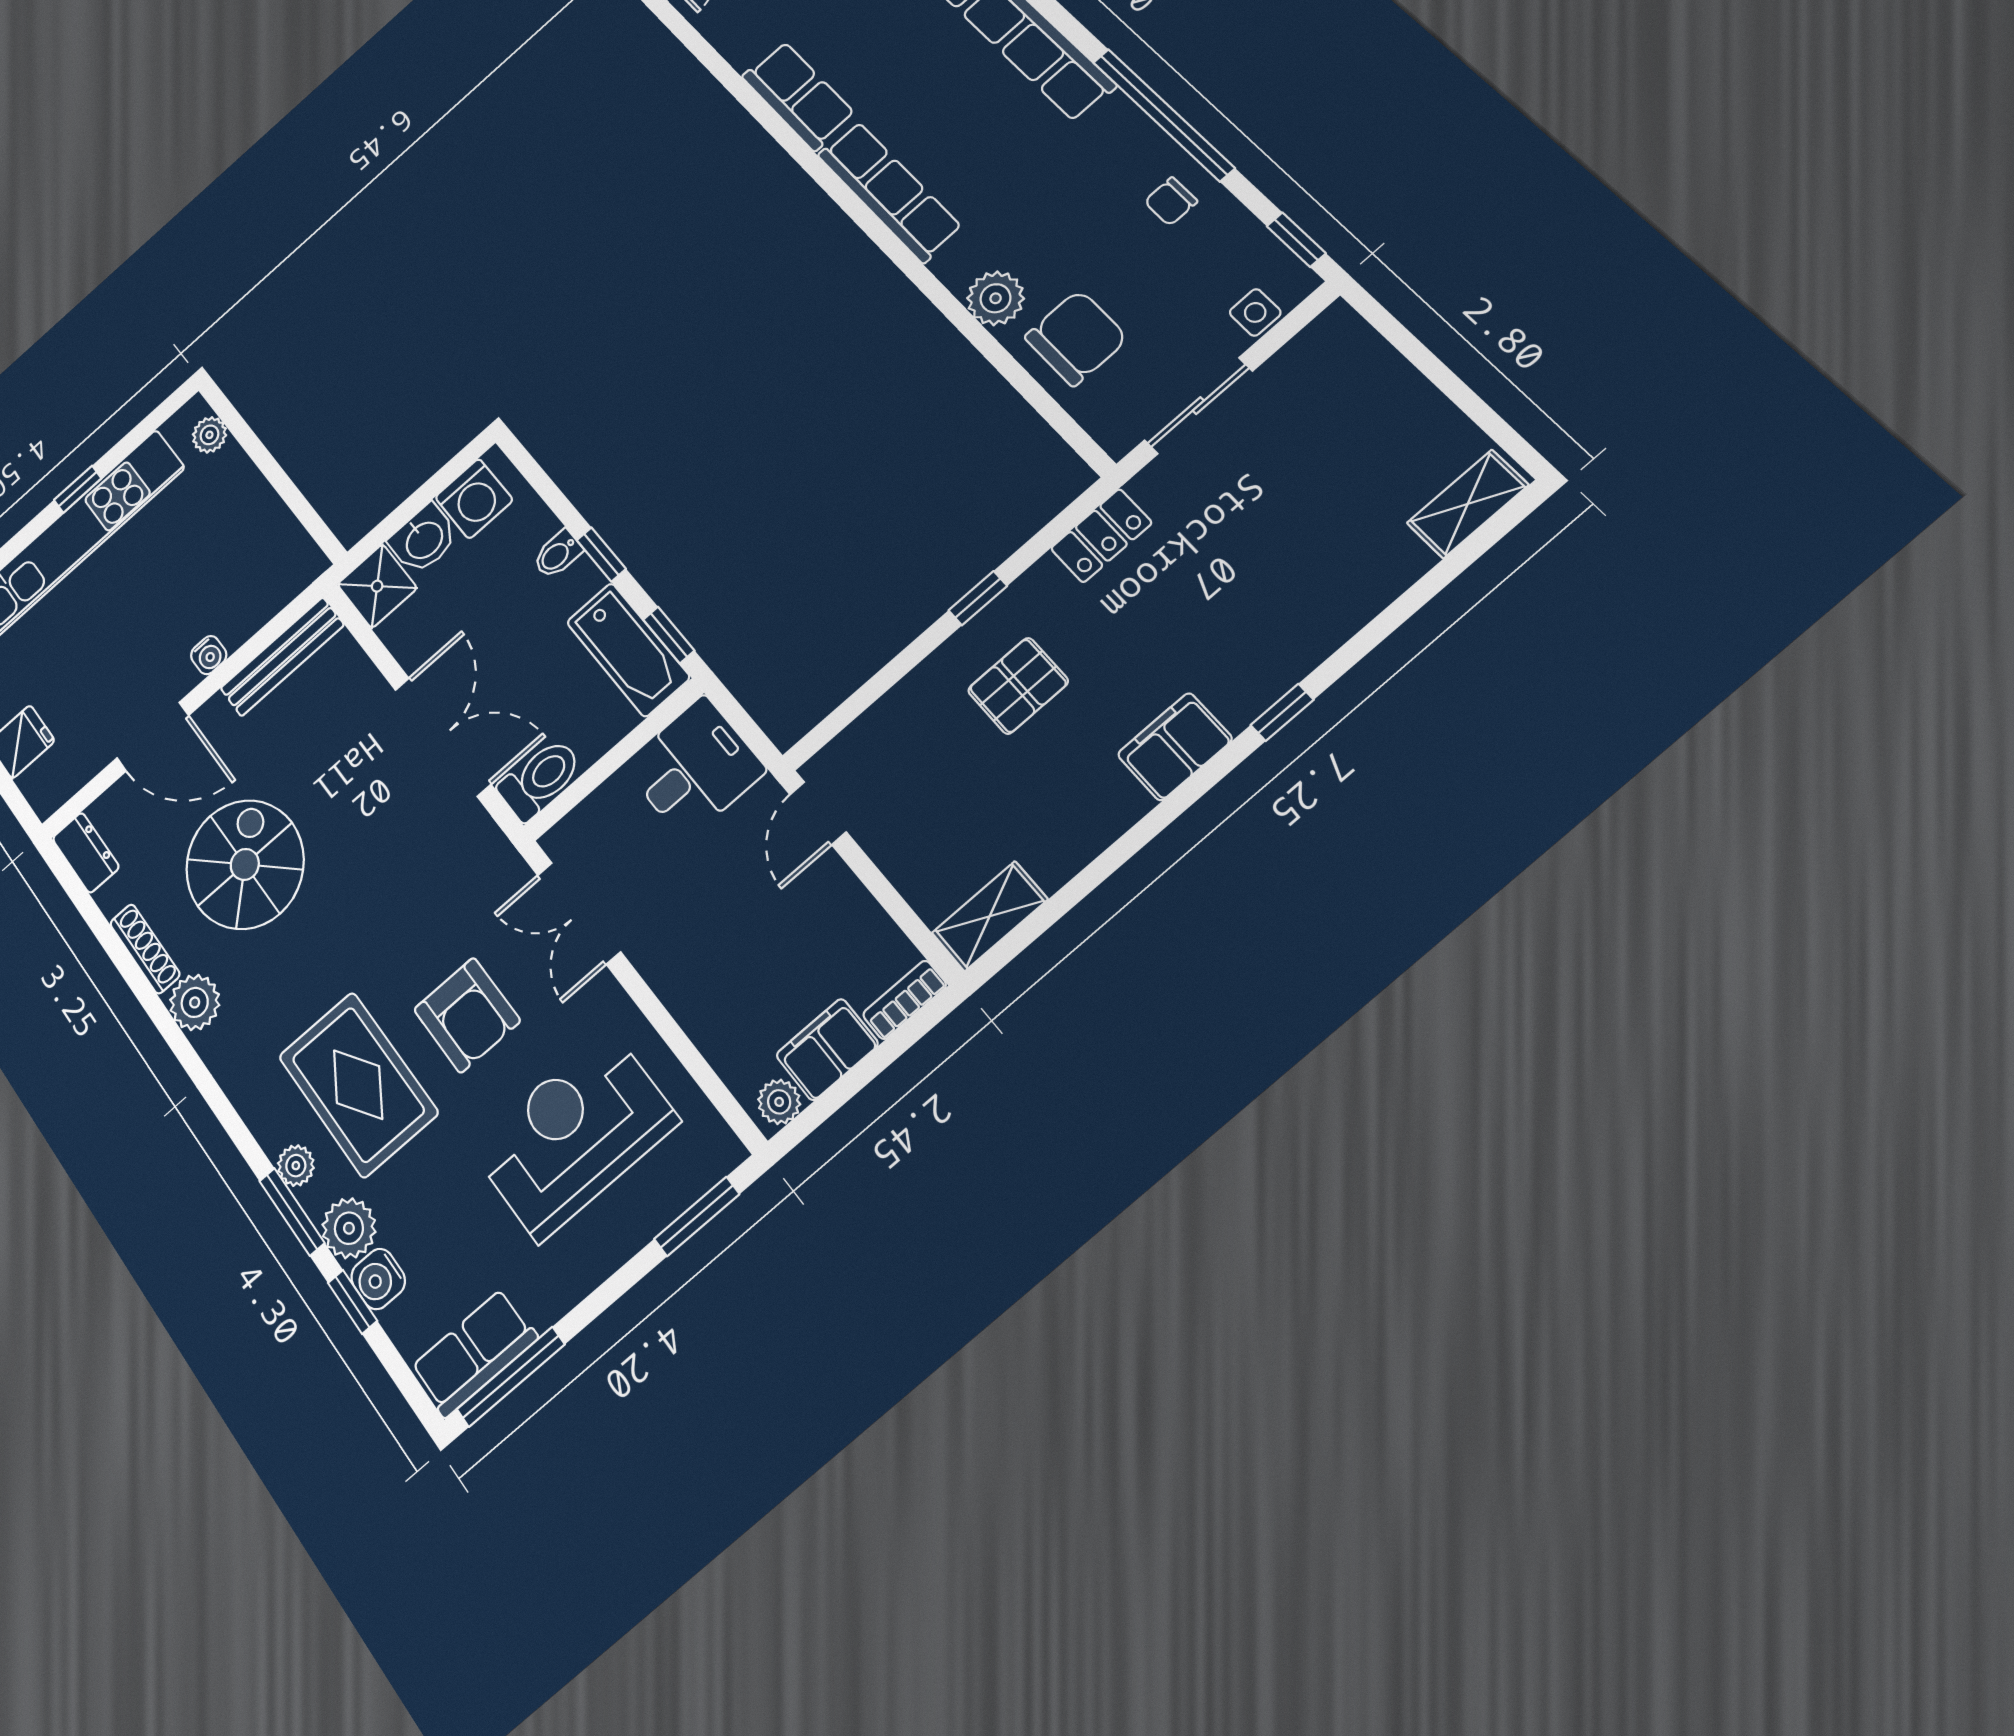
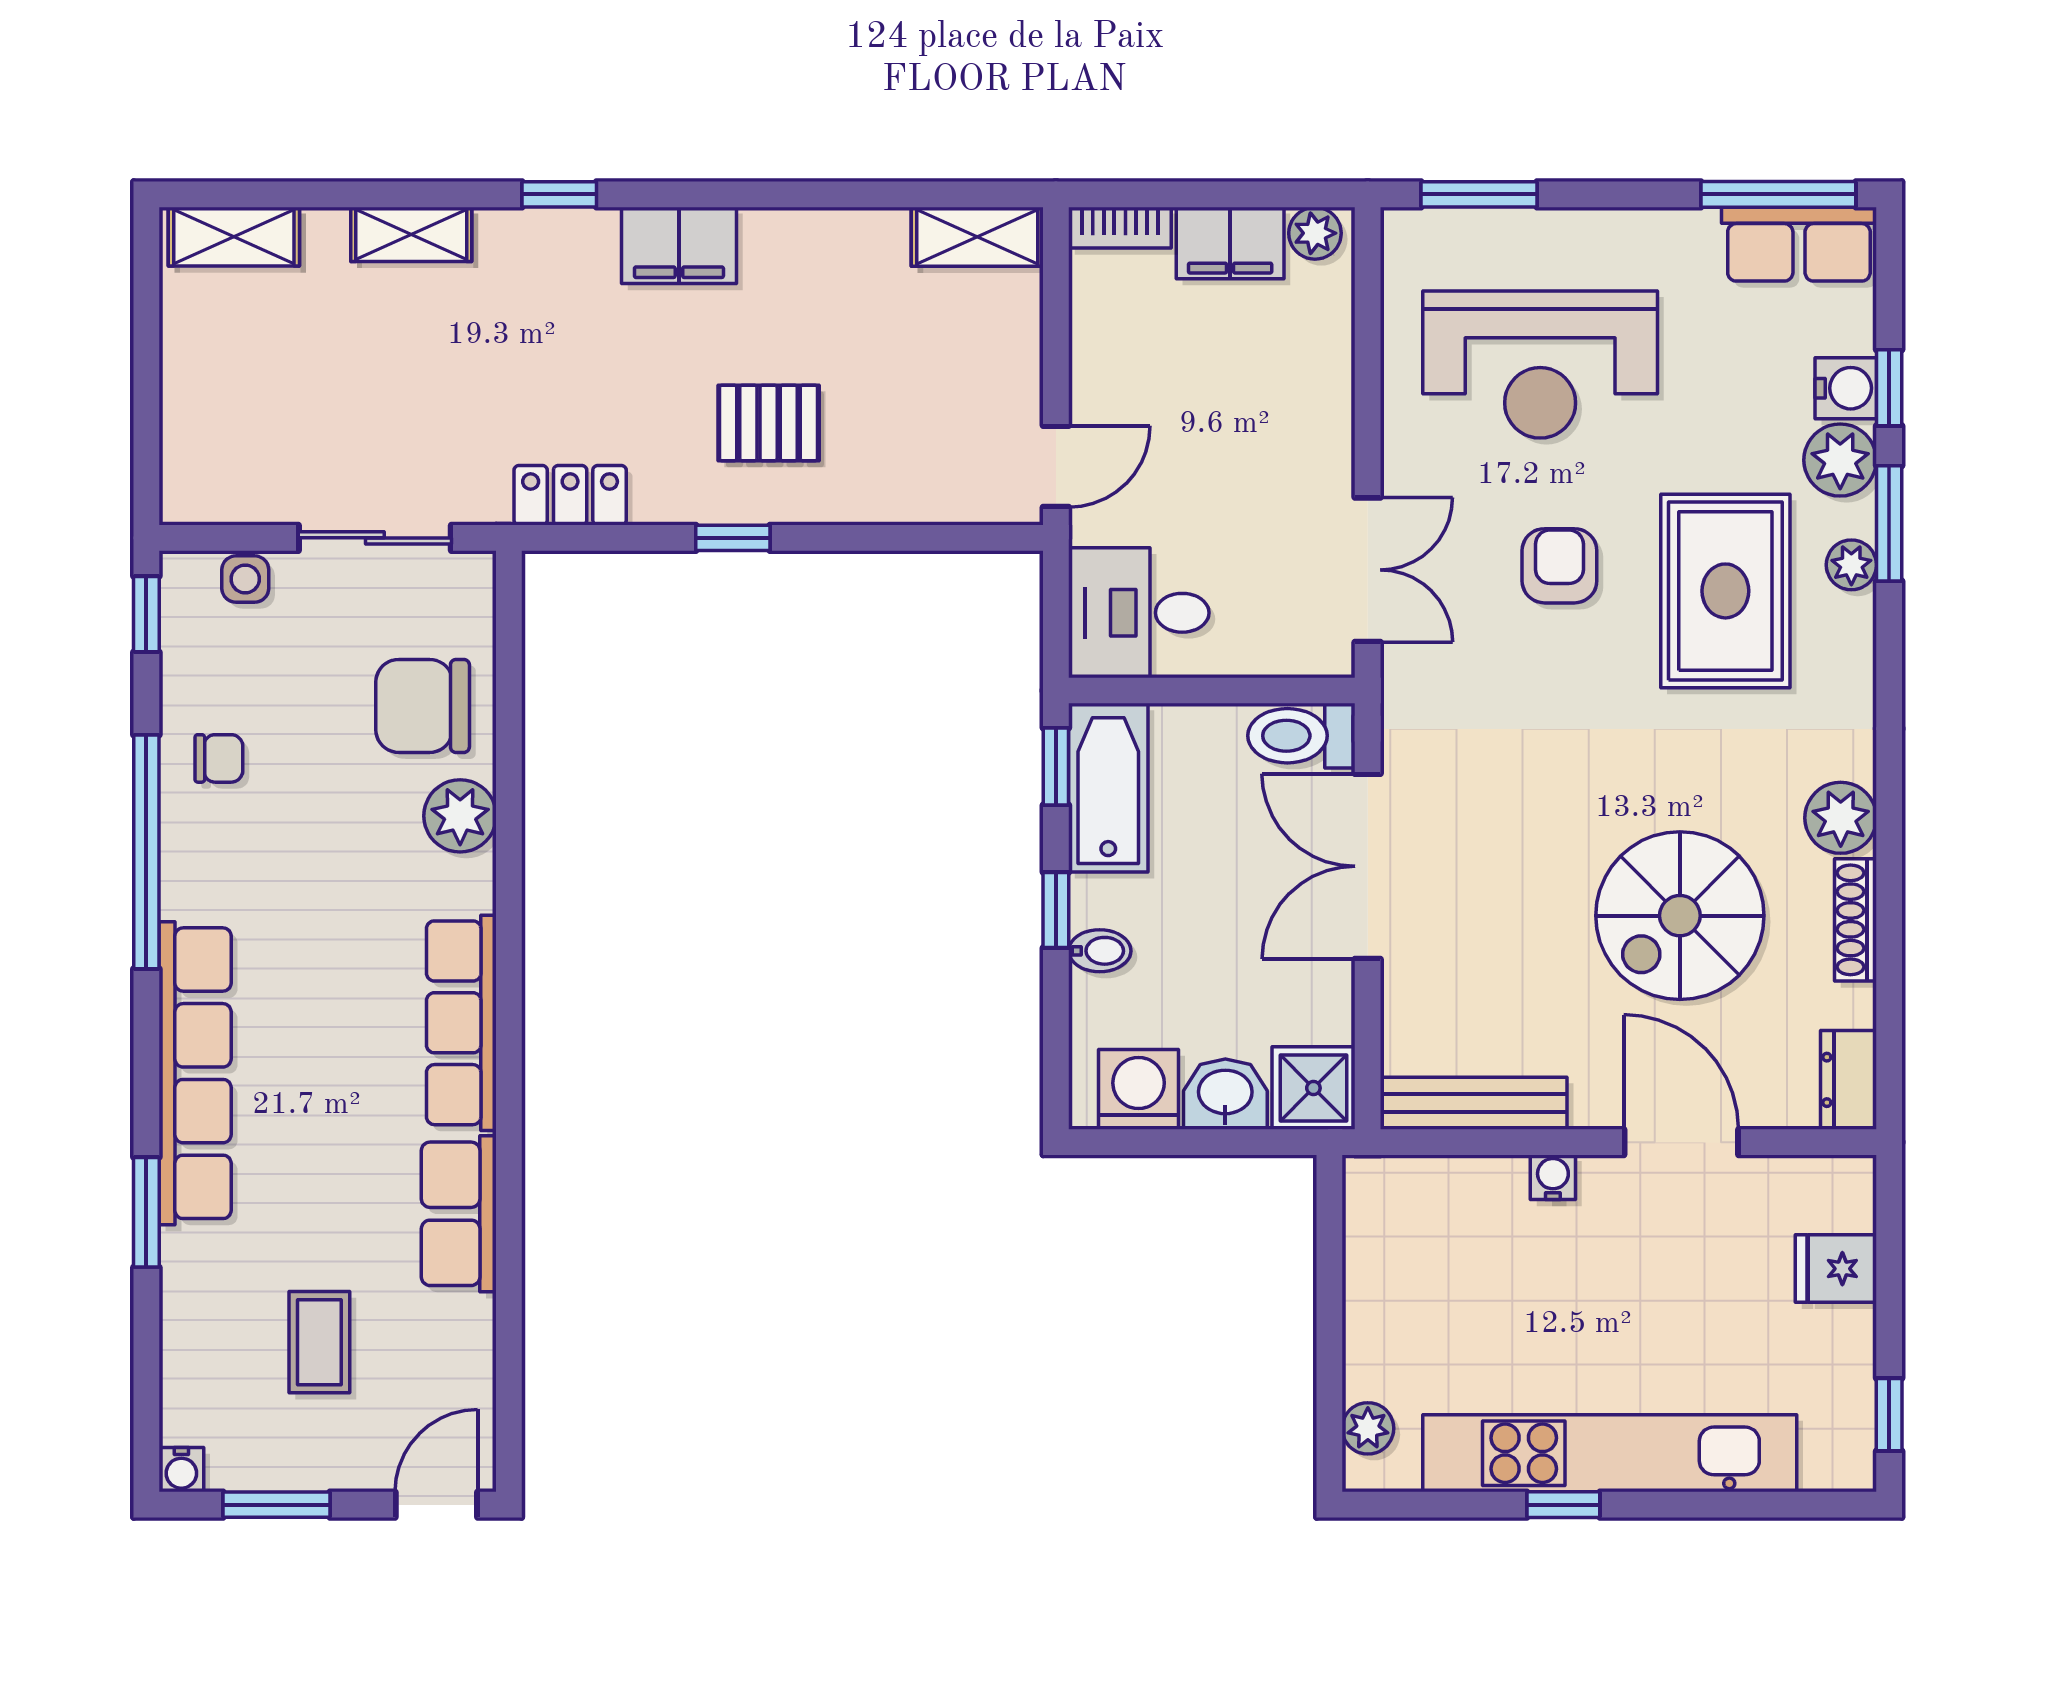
shelving: (1354, 605) -> (411, 234), added
armchair: (467, 1015) -> (1559, 566), width x0.72, depth x0.72

